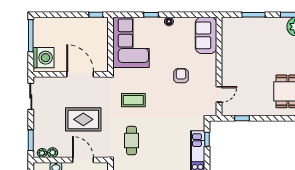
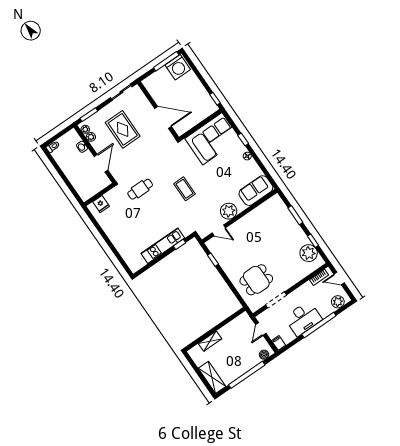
washing machine: (43, 58) -> (178, 67), moved
plant: (208, 73) -> (229, 211), added
door: (80, 74) -> (163, 117), hinge flipped
armchair: (181, 76) -> (213, 193), removed
coffee table: (133, 100) -> (185, 189), moved
rug: (83, 119) -> (123, 129), moved

